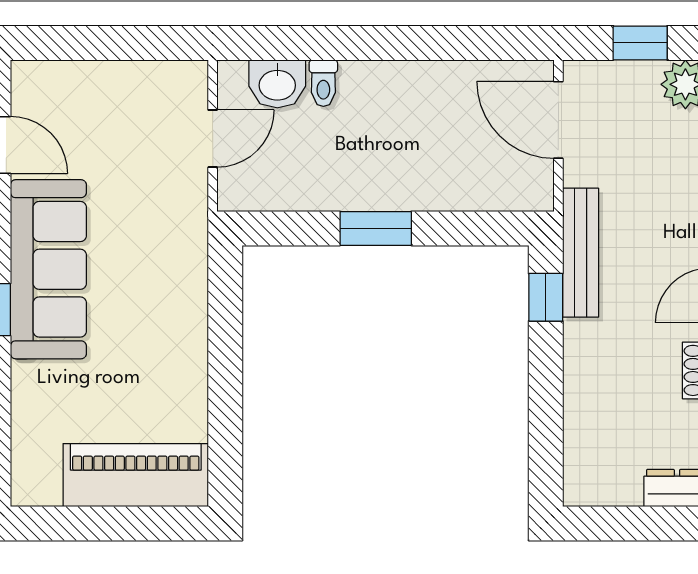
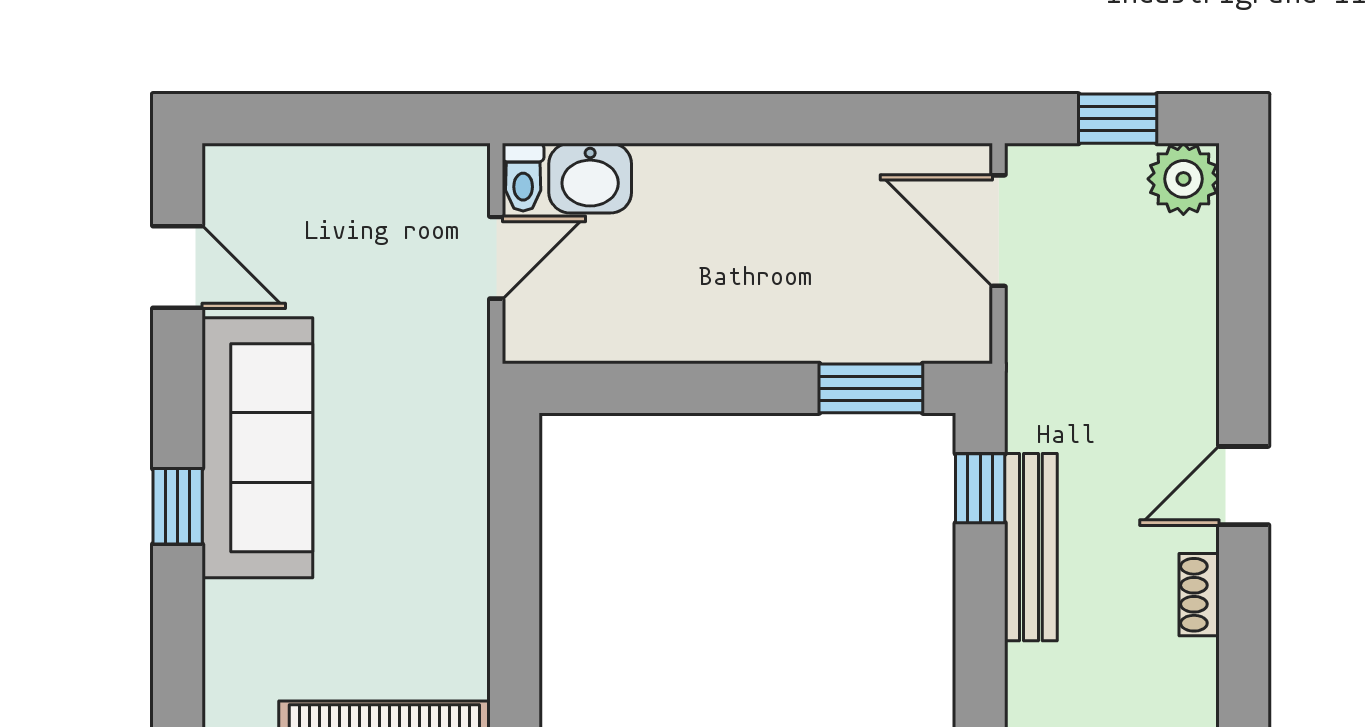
toilet: (323, 83) -> (523, 177), moved
window: (376, 228) -> (871, 388), moved
bench: (581, 253) -> (1031, 547), moved

